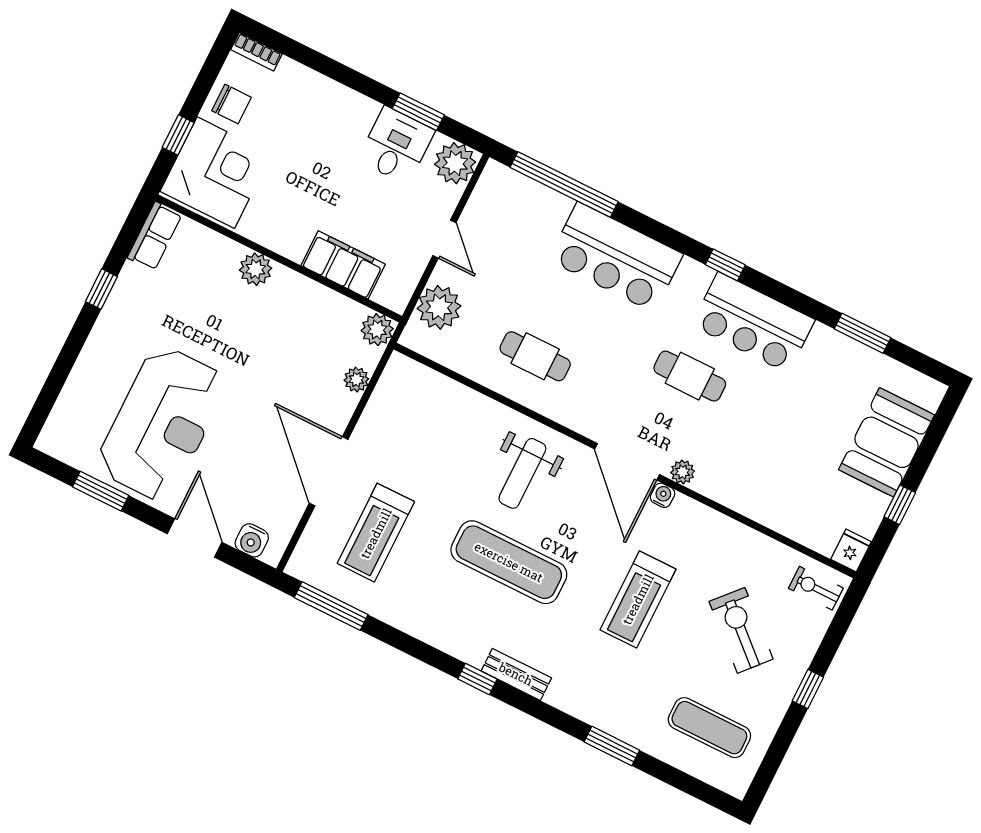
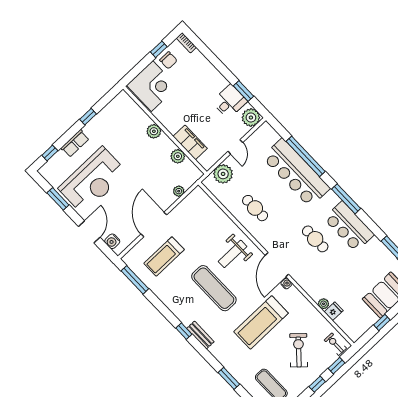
window: (178, 135) -> (159, 49), moved
window: (564, 185) -> (306, 156), moved
row of seats: (155, 236) -> (75, 143), moved
bar counter: (616, 257) -> (296, 173), width x1.36
window: (725, 265) -> (346, 199), width x2.17
plant: (377, 330) -> (178, 156), moved
window: (47, 398) -> (50, 153), added
plant: (683, 472) -> (324, 304), moved
fridge: (851, 550) -> (334, 311), moved
treadmill: (638, 599) -> (261, 322), width x1.37, depth x1.38
window: (835, 634) -> (336, 366), added

